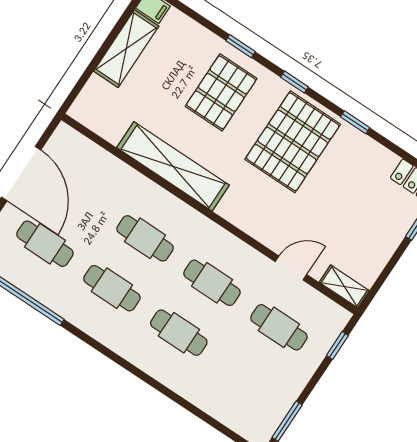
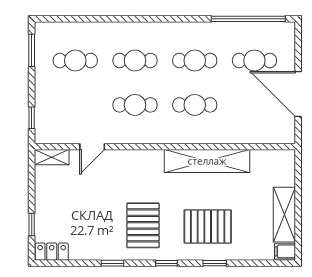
pallet: (221, 92) -> (208, 227), turned 90
pallet: (293, 142) -> (143, 225), width x0.73, depth x0.71
cafe table: (279, 327) -> (75, 60), moved

